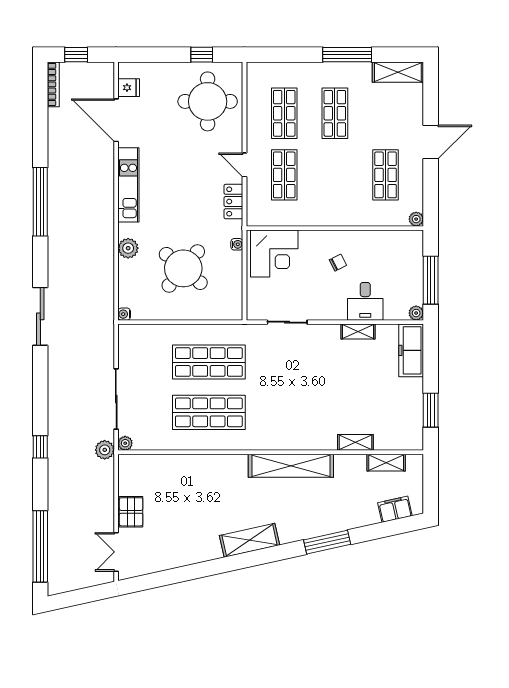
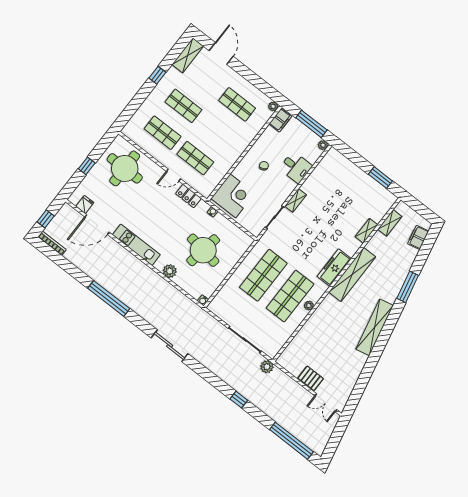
window: (202, 55) -> (87, 166), moved
window: (347, 55) -> (157, 75), width x0.46
door: (431, 142) -> (221, 54), moved
filing cabinet: (407, 240) -> (280, 120), added
round table: (183, 268) -> (203, 250), turned -31
shelving: (358, 332) -> (296, 200), moved
freezer: (411, 350) -> (334, 268), moved, turned 90
plant: (125, 443) -> (309, 306), moved
shelving: (250, 540) -> (375, 327), width x1.47

